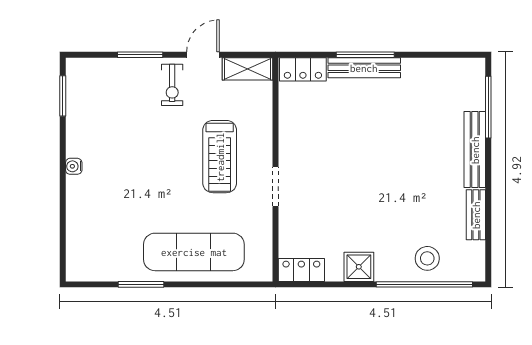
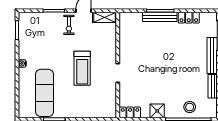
locker: (303, 69) -> (189, 18), moved
treadmill: (220, 157) -> (82, 68), moved
exercise mat: (194, 252) -> (45, 93), moved, turned 90

